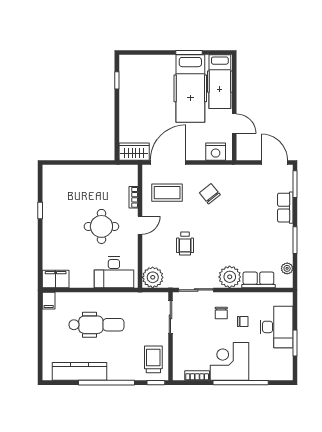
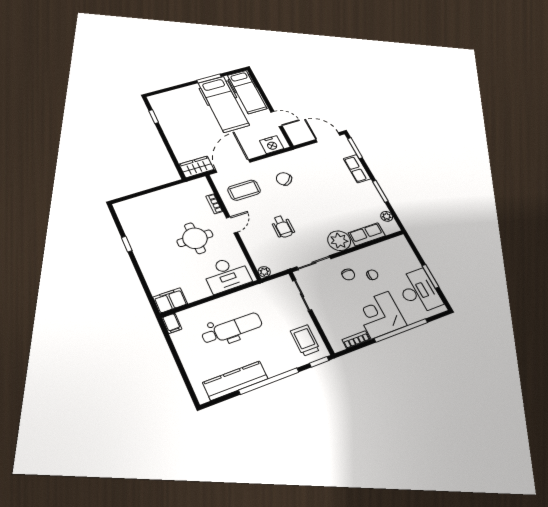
plant: (153, 277) -> (264, 272), width x0.53, depth x0.53
desk: (276, 327) -> (419, 291), moved

